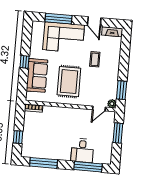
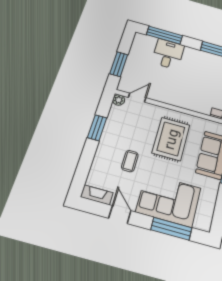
window: (122, 90) -> (97, 128), moved

